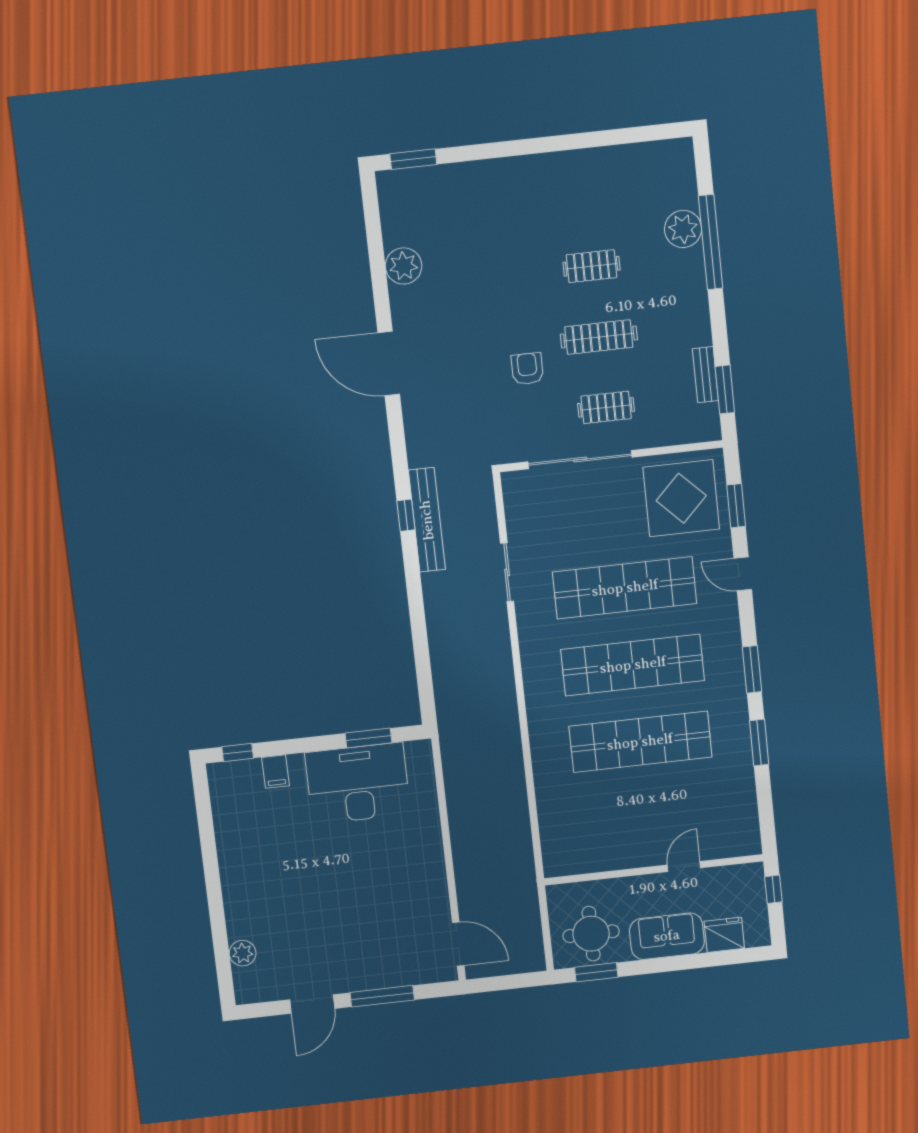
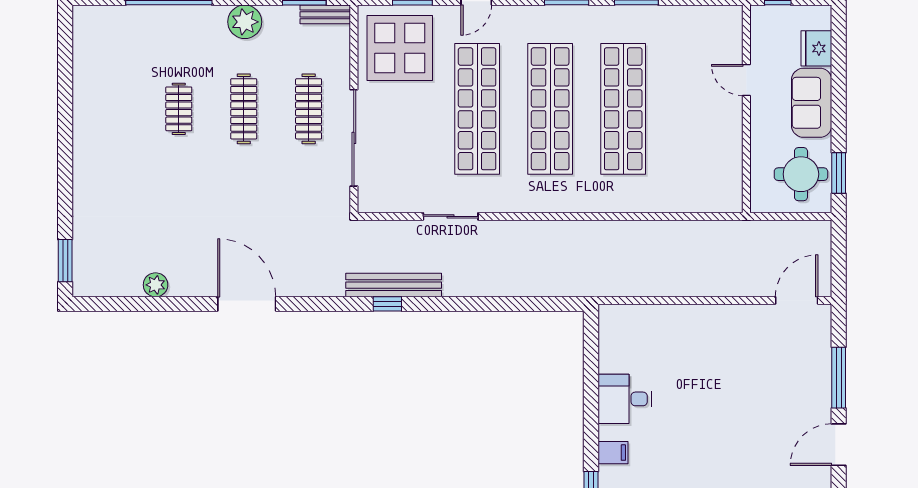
plant: (683, 229) -> (245, 22), moved
plant: (404, 266) -> (156, 285), width x0.73, depth x0.73
door: (389, 364) -> (247, 304), swing flipped
armchair: (527, 369) -> (265, 177), removed
bench: (705, 375) -> (325, 14), moved
clothes rail: (606, 407) -> (309, 109), width x1.36
window: (369, 738) -> (591, 362), removed
desk: (358, 783) -> (625, 399), width x0.53, depth x0.77
door: (312, 1004) -> (839, 445), swing flipped

